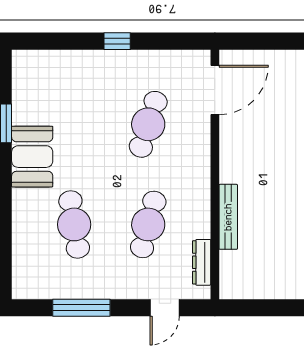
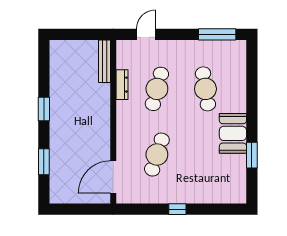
bench: (228, 217) -> (105, 61), moved
dresser: (202, 262) -> (122, 85), moved
window: (81, 308) -> (217, 34), moved

